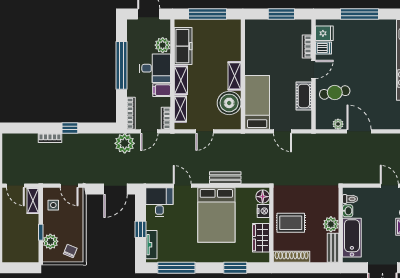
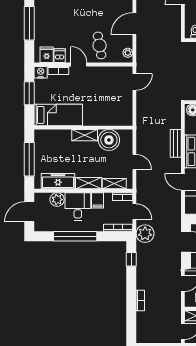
nightstand: (305, 27) -> (41, 72), added
cot: (304, 96) -> (103, 73), removed
bed: (257, 102) -> (58, 115), moved, turned 180
plant: (338, 124) -> (128, 53), moved
window: (70, 128) -> (131, 259), moved
door: (282, 131) -> (134, 82), moved
door: (182, 186) -> (183, 182), hinge flipped

